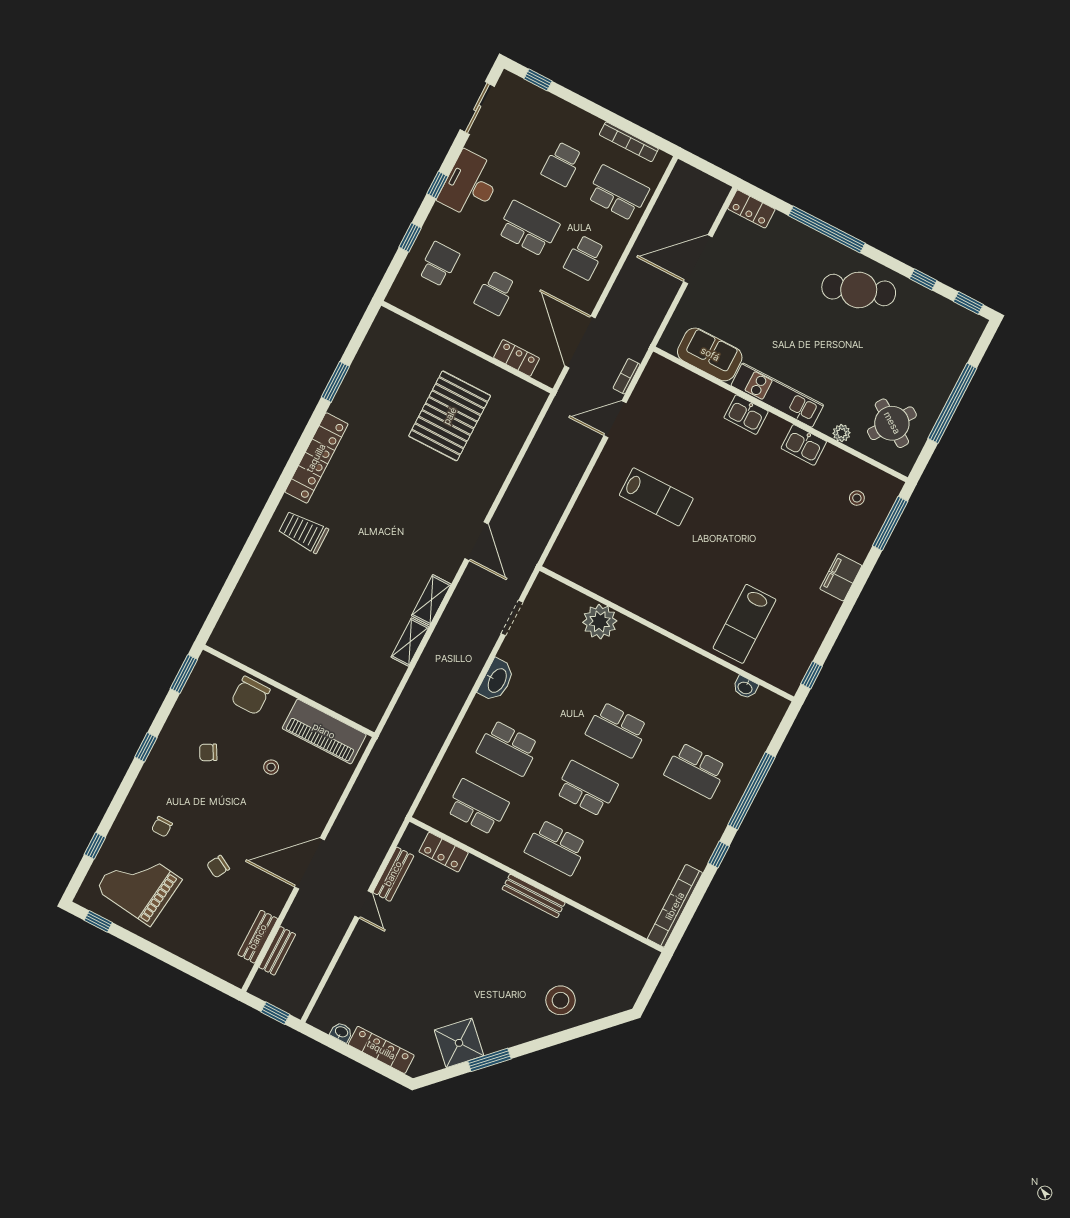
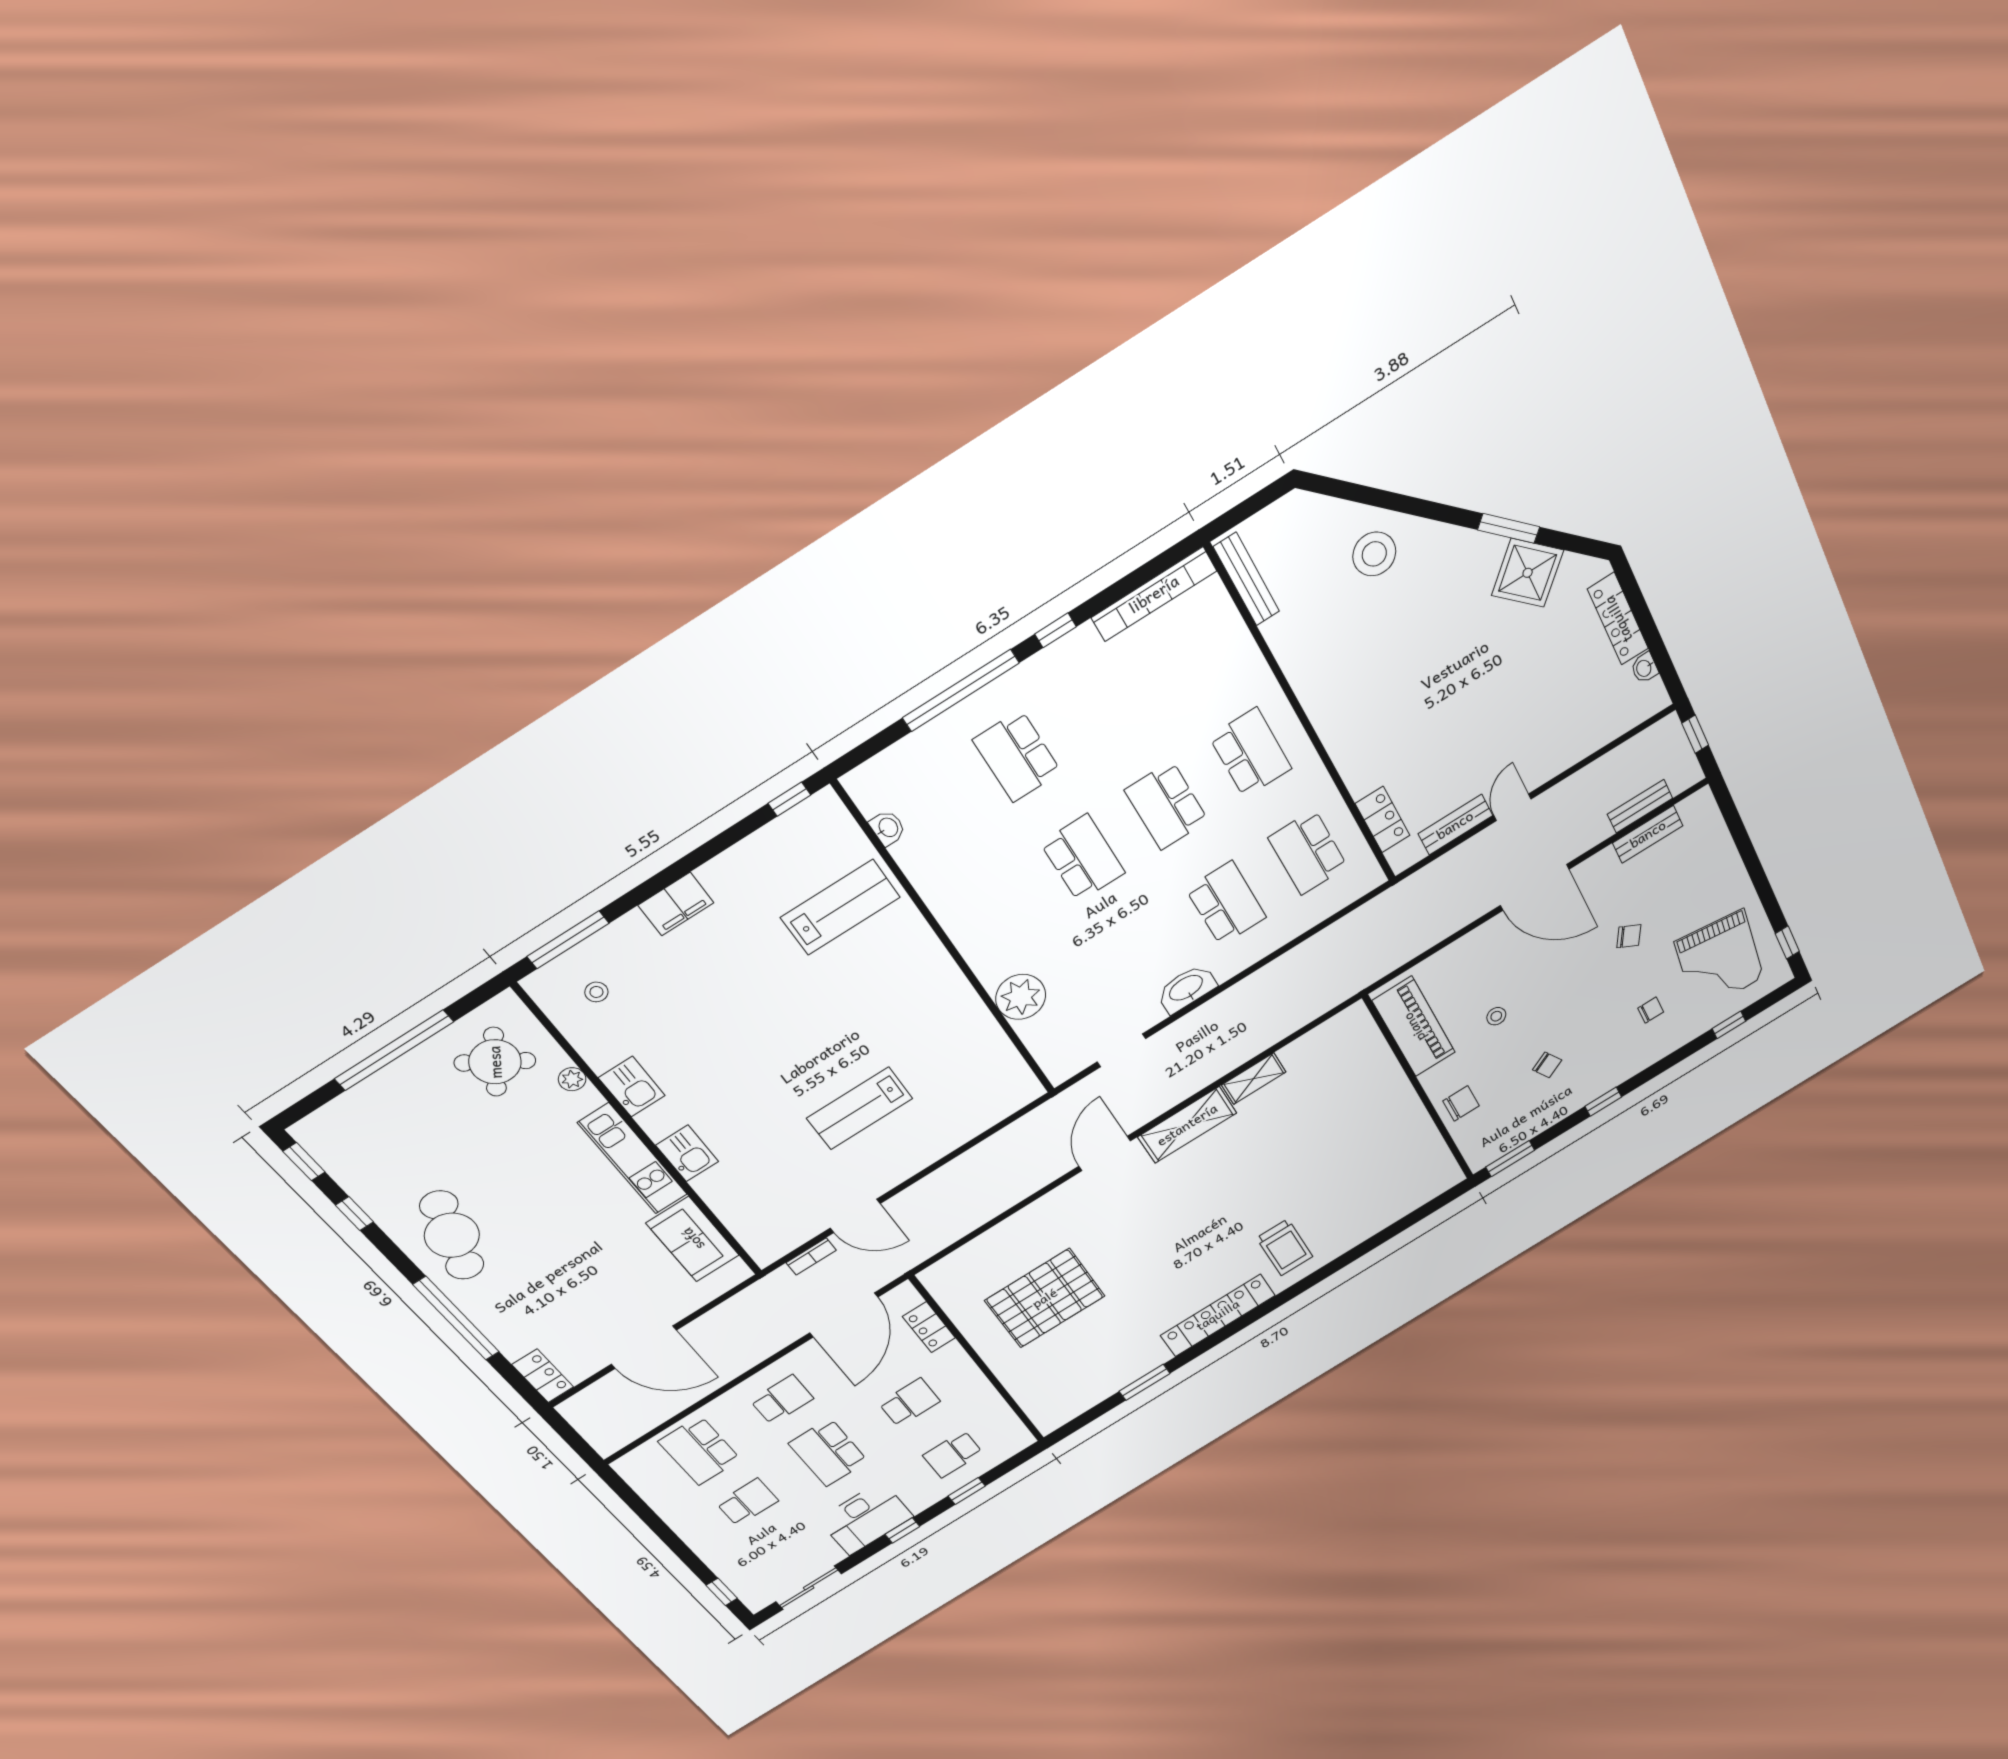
bookcase: (629, 142) -> (653, 1497), removed
cafe table: (859, 290) -> (452, 1235), turned 38
lab bench: (656, 497) -> (860, 1108), turned -90
shelving: (431, 600) -> (1187, 1125), width x1.50, depth x1.33
chair: (251, 695) -> (1461, 1103), width x0.73, depth x0.73
school desk: (696, 770) -> (1017, 756), turned 180
bench: (534, 896) -> (1246, 579), moved

